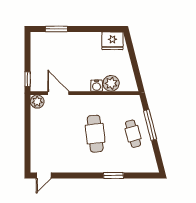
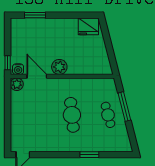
plant: (111, 83) -> (59, 67), moved
water cooler: (96, 86) -> (18, 69), moved

